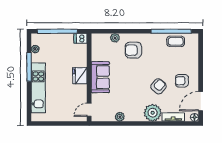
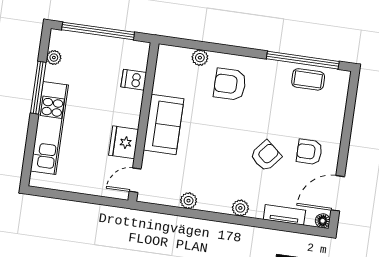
dishwasher: (81, 38) -> (134, 80), moved
fridge: (80, 76) -> (124, 142), moved
plant: (153, 113) -> (240, 208), width x0.53, depth x0.53

